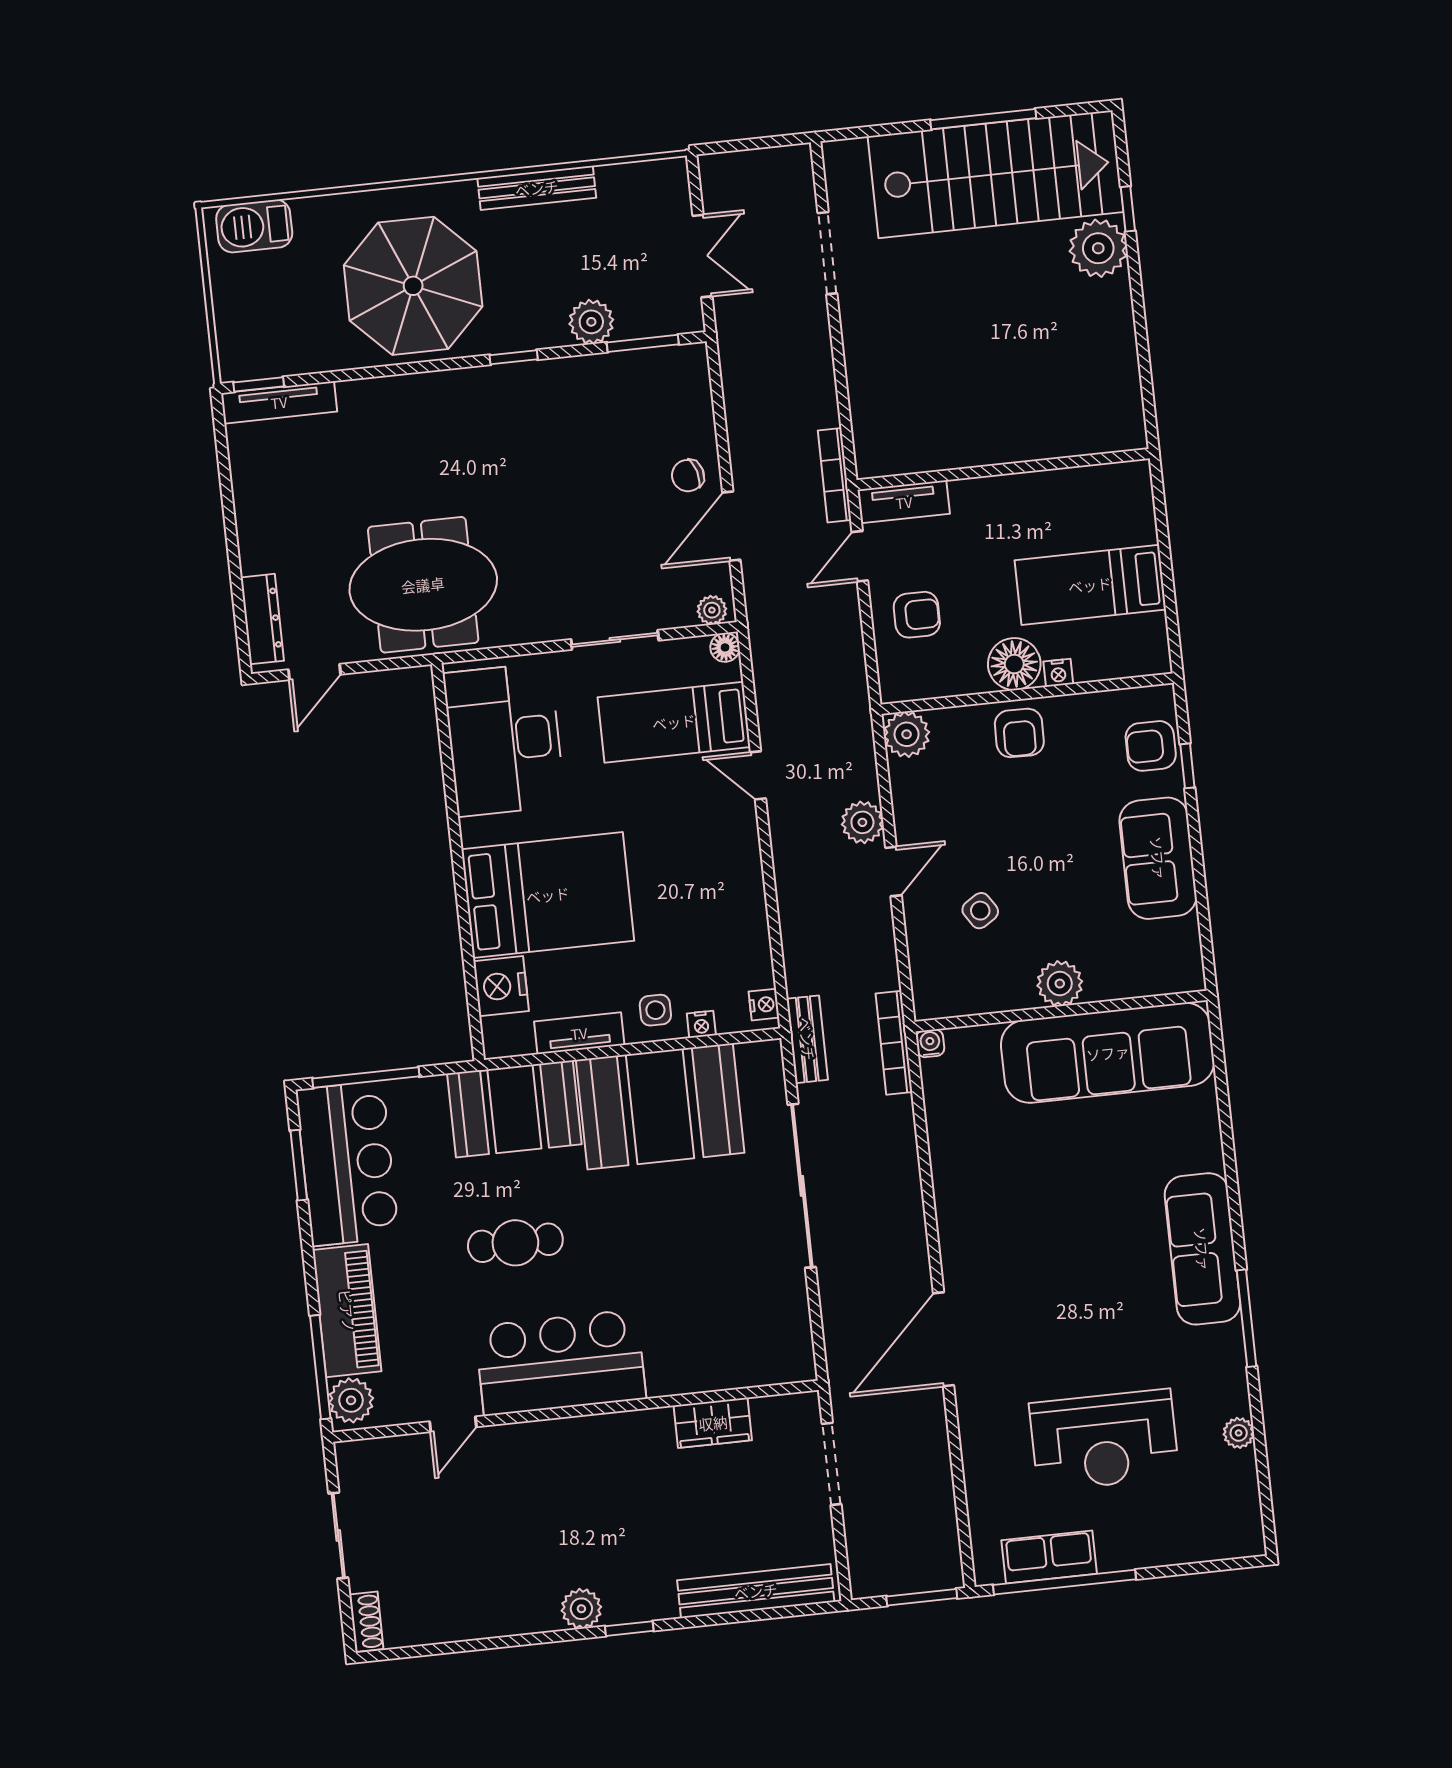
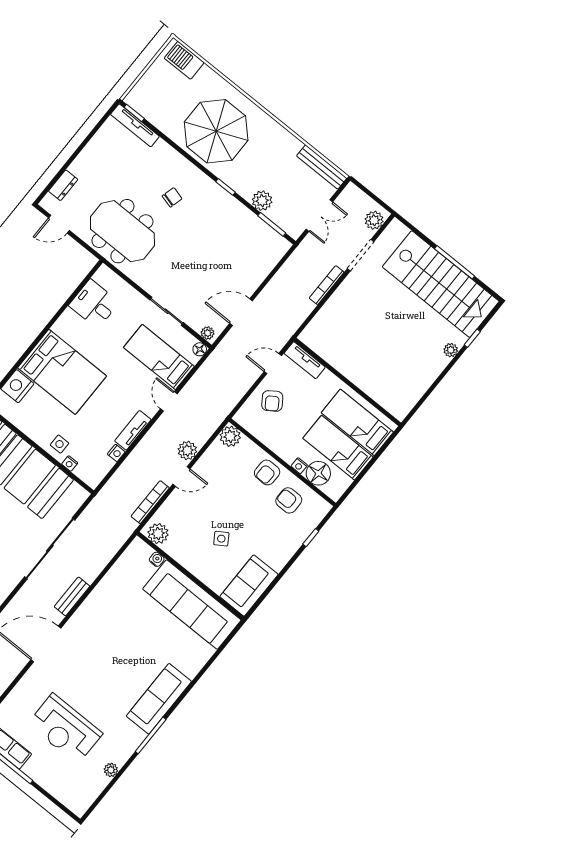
plant: (794, 179) -> (374, 220), added
bench: (537, 188) -> (322, 167), moved
plant: (1098, 248) -> (451, 350), width x0.53, depth x0.53
bookcase: (835, 475) -> (327, 285), moved
chair: (688, 476) -> (172, 197), moved, turned 121
bed: (1081, 516) -> (357, 422), added
armchair: (917, 615) -> (272, 401), turned 56
dresser: (262, 619) -> (63, 185), width x0.70
floor lamp: (1014, 664) -> (318, 473), moved
desk: (504, 740) -> (94, 304), width x0.53, depth x0.77
armchair: (1151, 746) -> (289, 500), moved
sofa: (1158, 858) -> (249, 586), moved
side table: (980, 911) -> (221, 539), moved
plant: (1060, 984) -> (158, 534), moved
nightstand: (764, 1005) -> (116, 453), moved
tv unit: (579, 1033) -> (133, 430), moved, turned -90
bench: (807, 1039) -> (72, 596), moved
bookcase: (894, 1043) -> (150, 502), moved
water cooler: (930, 1043) -> (157, 559), moved

